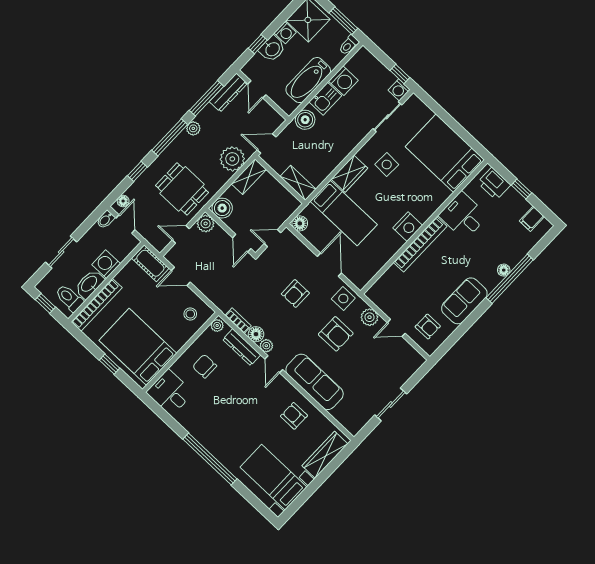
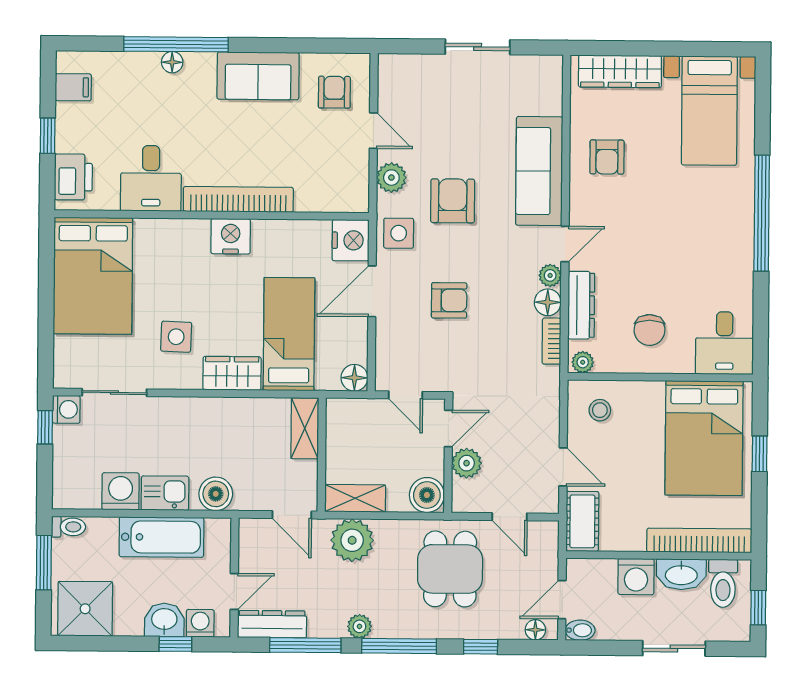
washing machine: (285, 33) -> (200, 623), moved
plant: (206, 223) -> (467, 463), moved
nightstand: (359, 276) -> (351, 240), added

